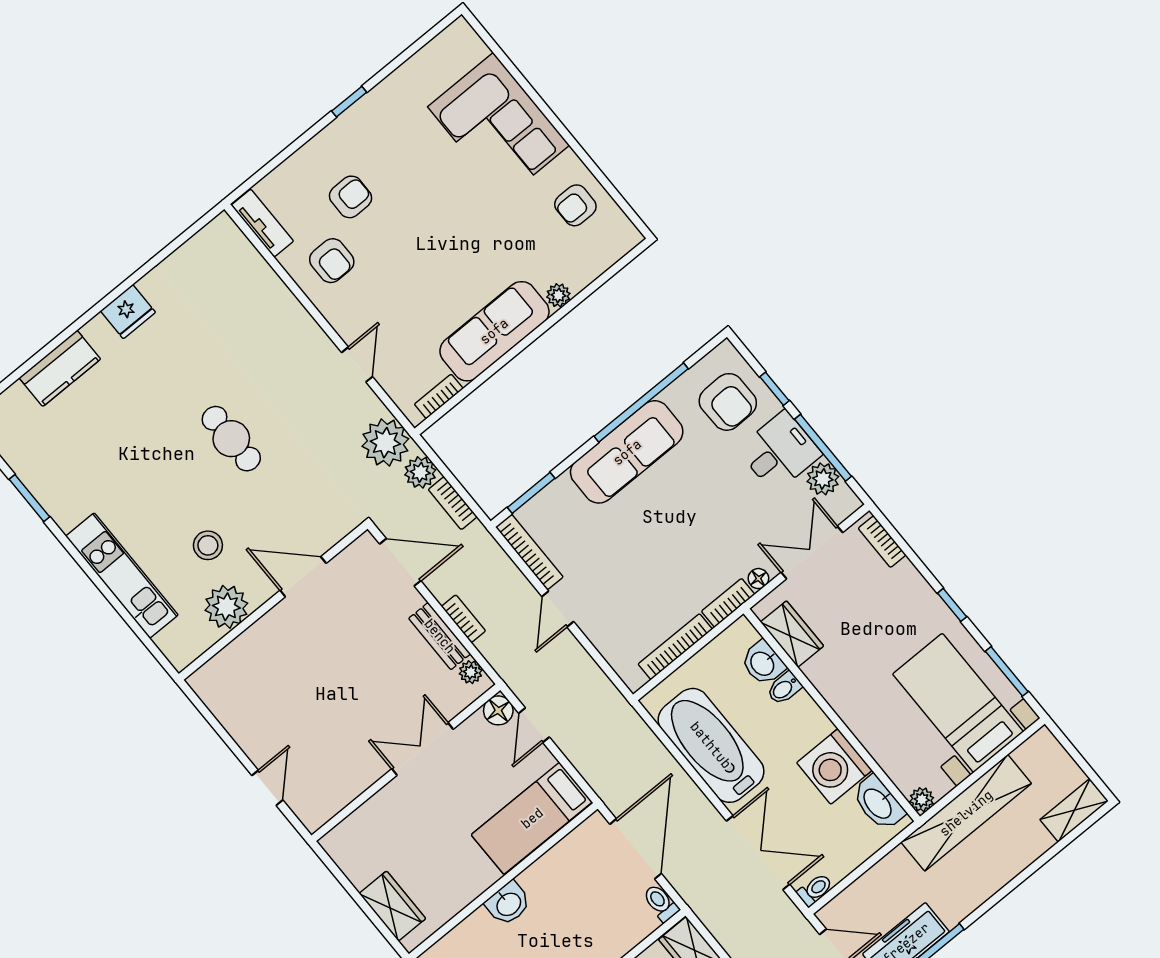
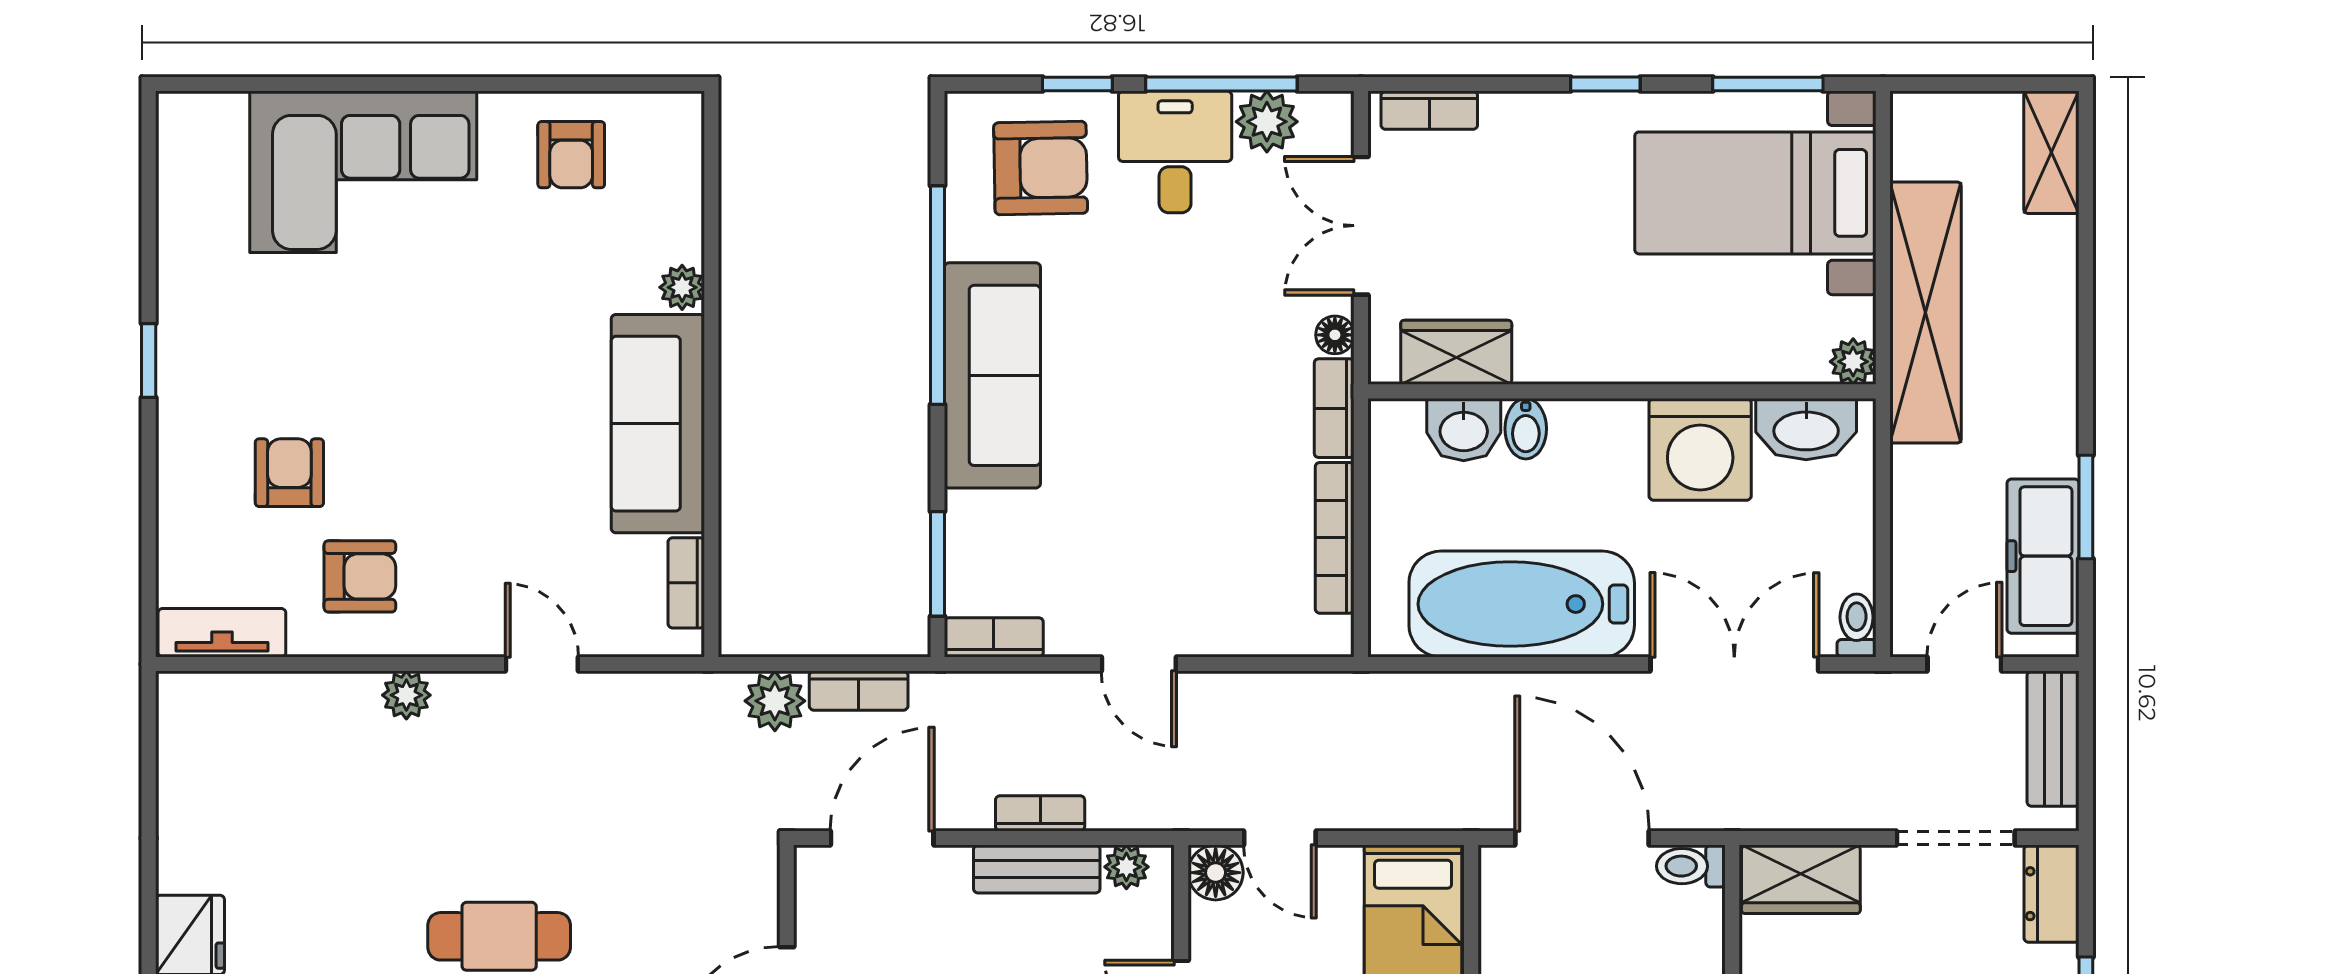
plant: (385, 443) -> (406, 695), moved, width x0.53, depth x0.53
bookcase: (529, 552) -> (994, 637), width x0.64

